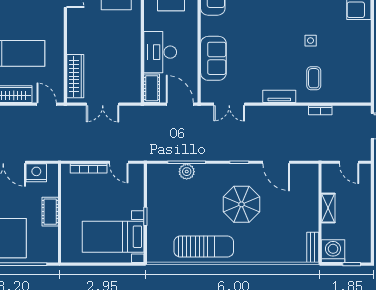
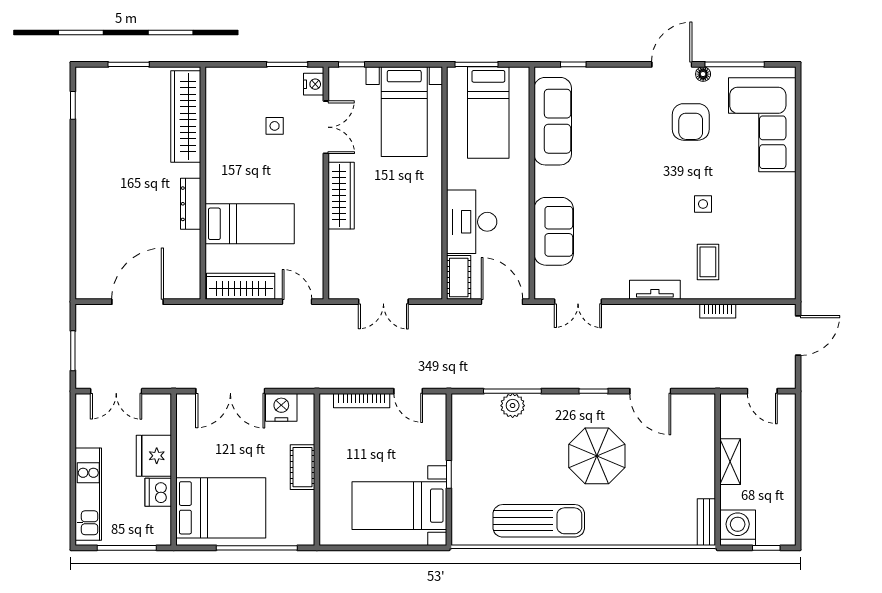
wardrobe: (75, 76) -> (341, 196), moved

